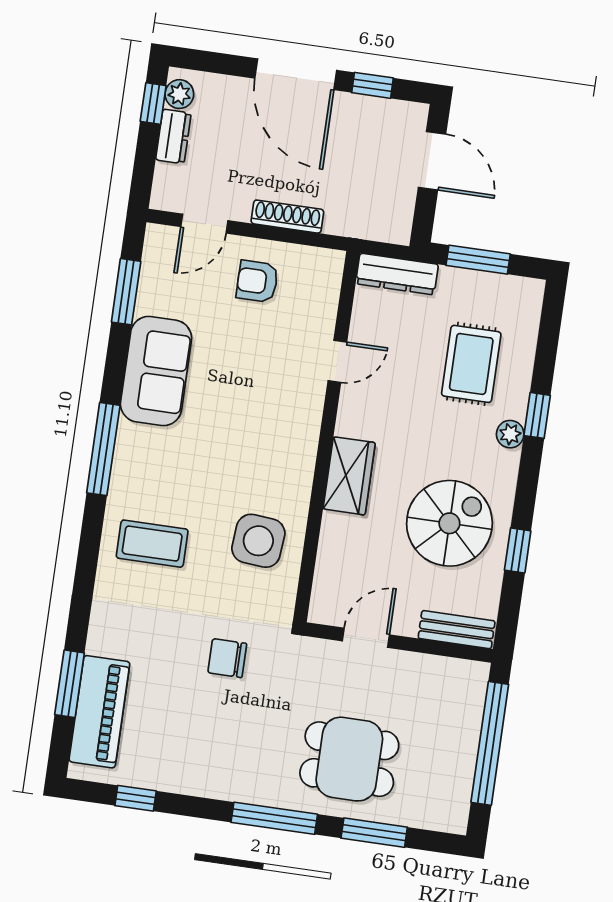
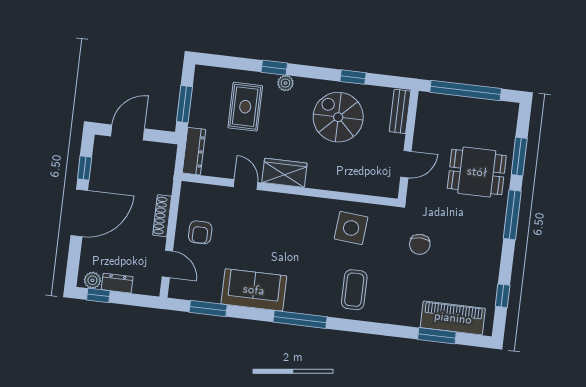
rug: (471, 364) -> (245, 107), turned 90
wardrobe: (349, 476) -> (284, 173), moved
door: (366, 638) -> (406, 164), swing flipped
dining table: (349, 759) -> (477, 172), turned 90

